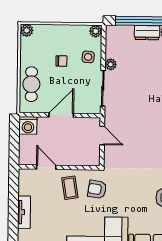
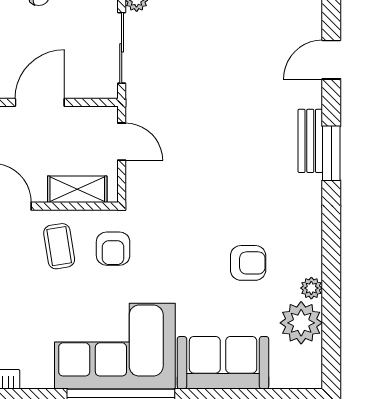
shelving: (79, 159) -> (77, 189), added
armchair: (97, 189) -> (113, 249), turned -98

